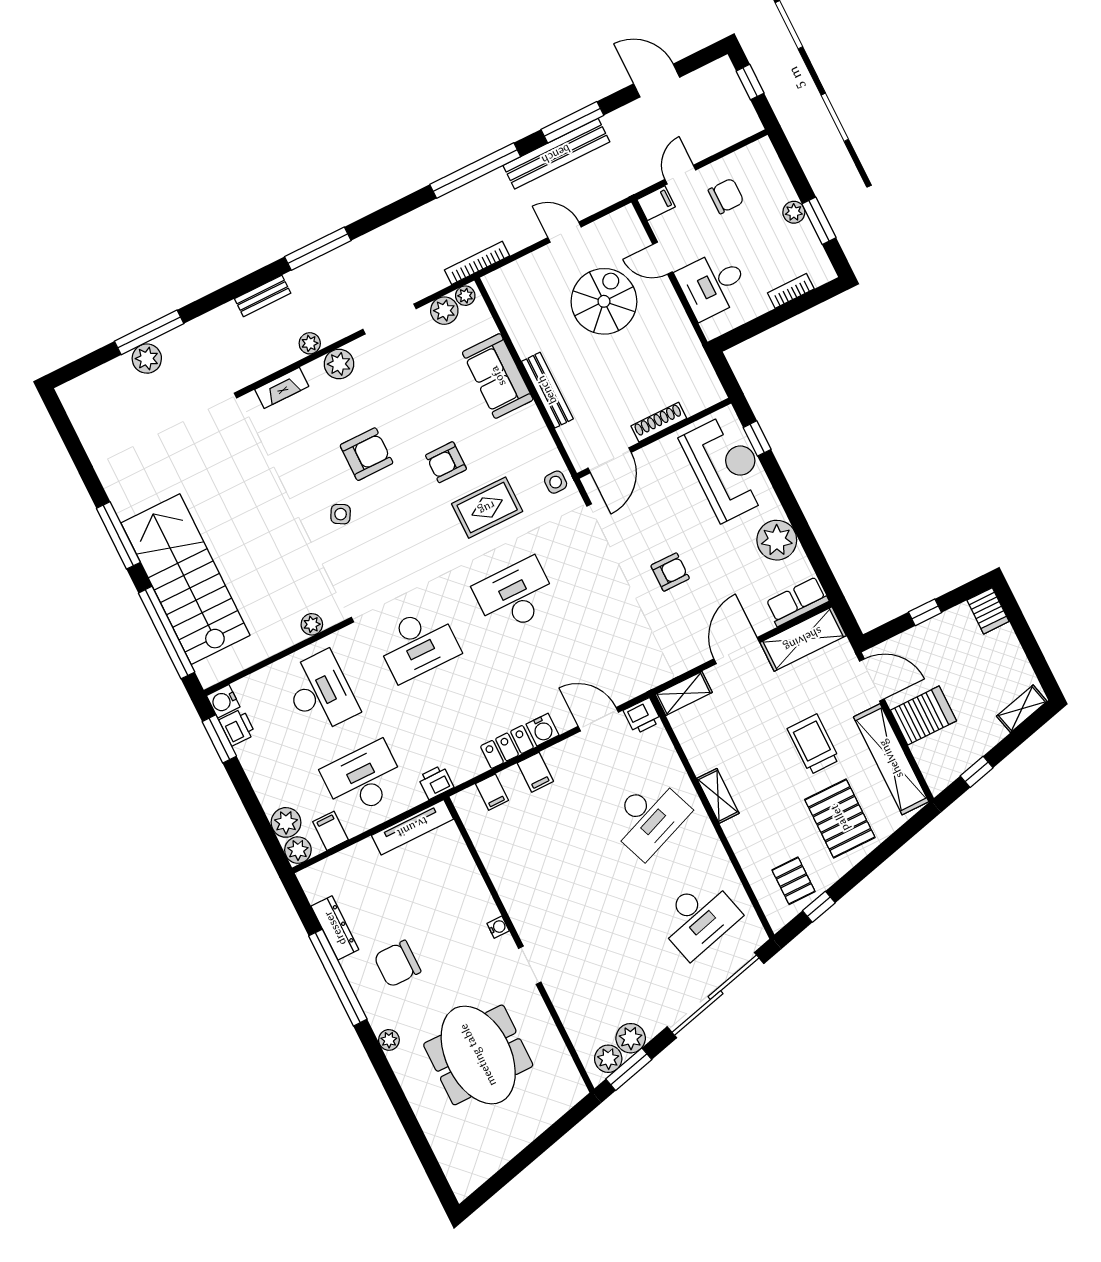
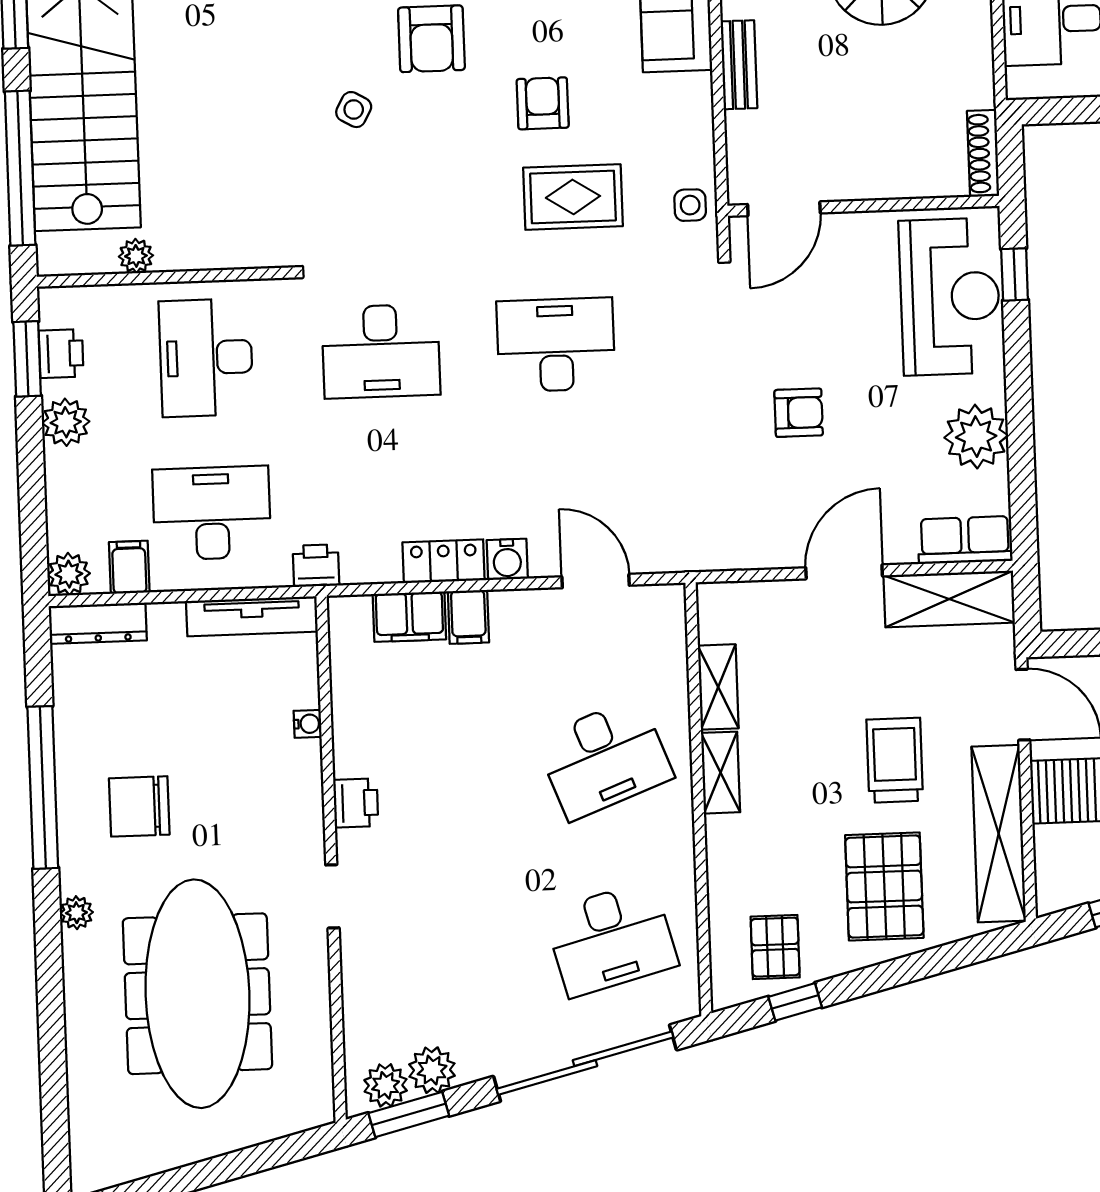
bench: (547, 390) -> (739, 65), width x0.73
shoe rack: (659, 422) -> (983, 153), moved, turned -90
armchair: (366, 454) -> (431, 39), turned 90
armchair: (446, 462) -> (543, 103), turned 90
plant: (312, 624) -> (136, 256), moved
desk: (320, 692) -> (206, 358), turned 180
shelving: (684, 693) -> (718, 687), moved, turned 90
water cooler: (223, 701) -> (58, 306), removed
printer: (642, 716) -> (356, 803), moved, turned -90
filing cabinet: (492, 792) -> (409, 617), width x2.00
plant: (286, 822) -> (66, 422), moved
water cooler: (498, 927) -> (308, 724), moved
dresser: (335, 928) -> (98, 623), moved, turned 90
meeting table: (478, 1055) -> (197, 994), width x1.36

